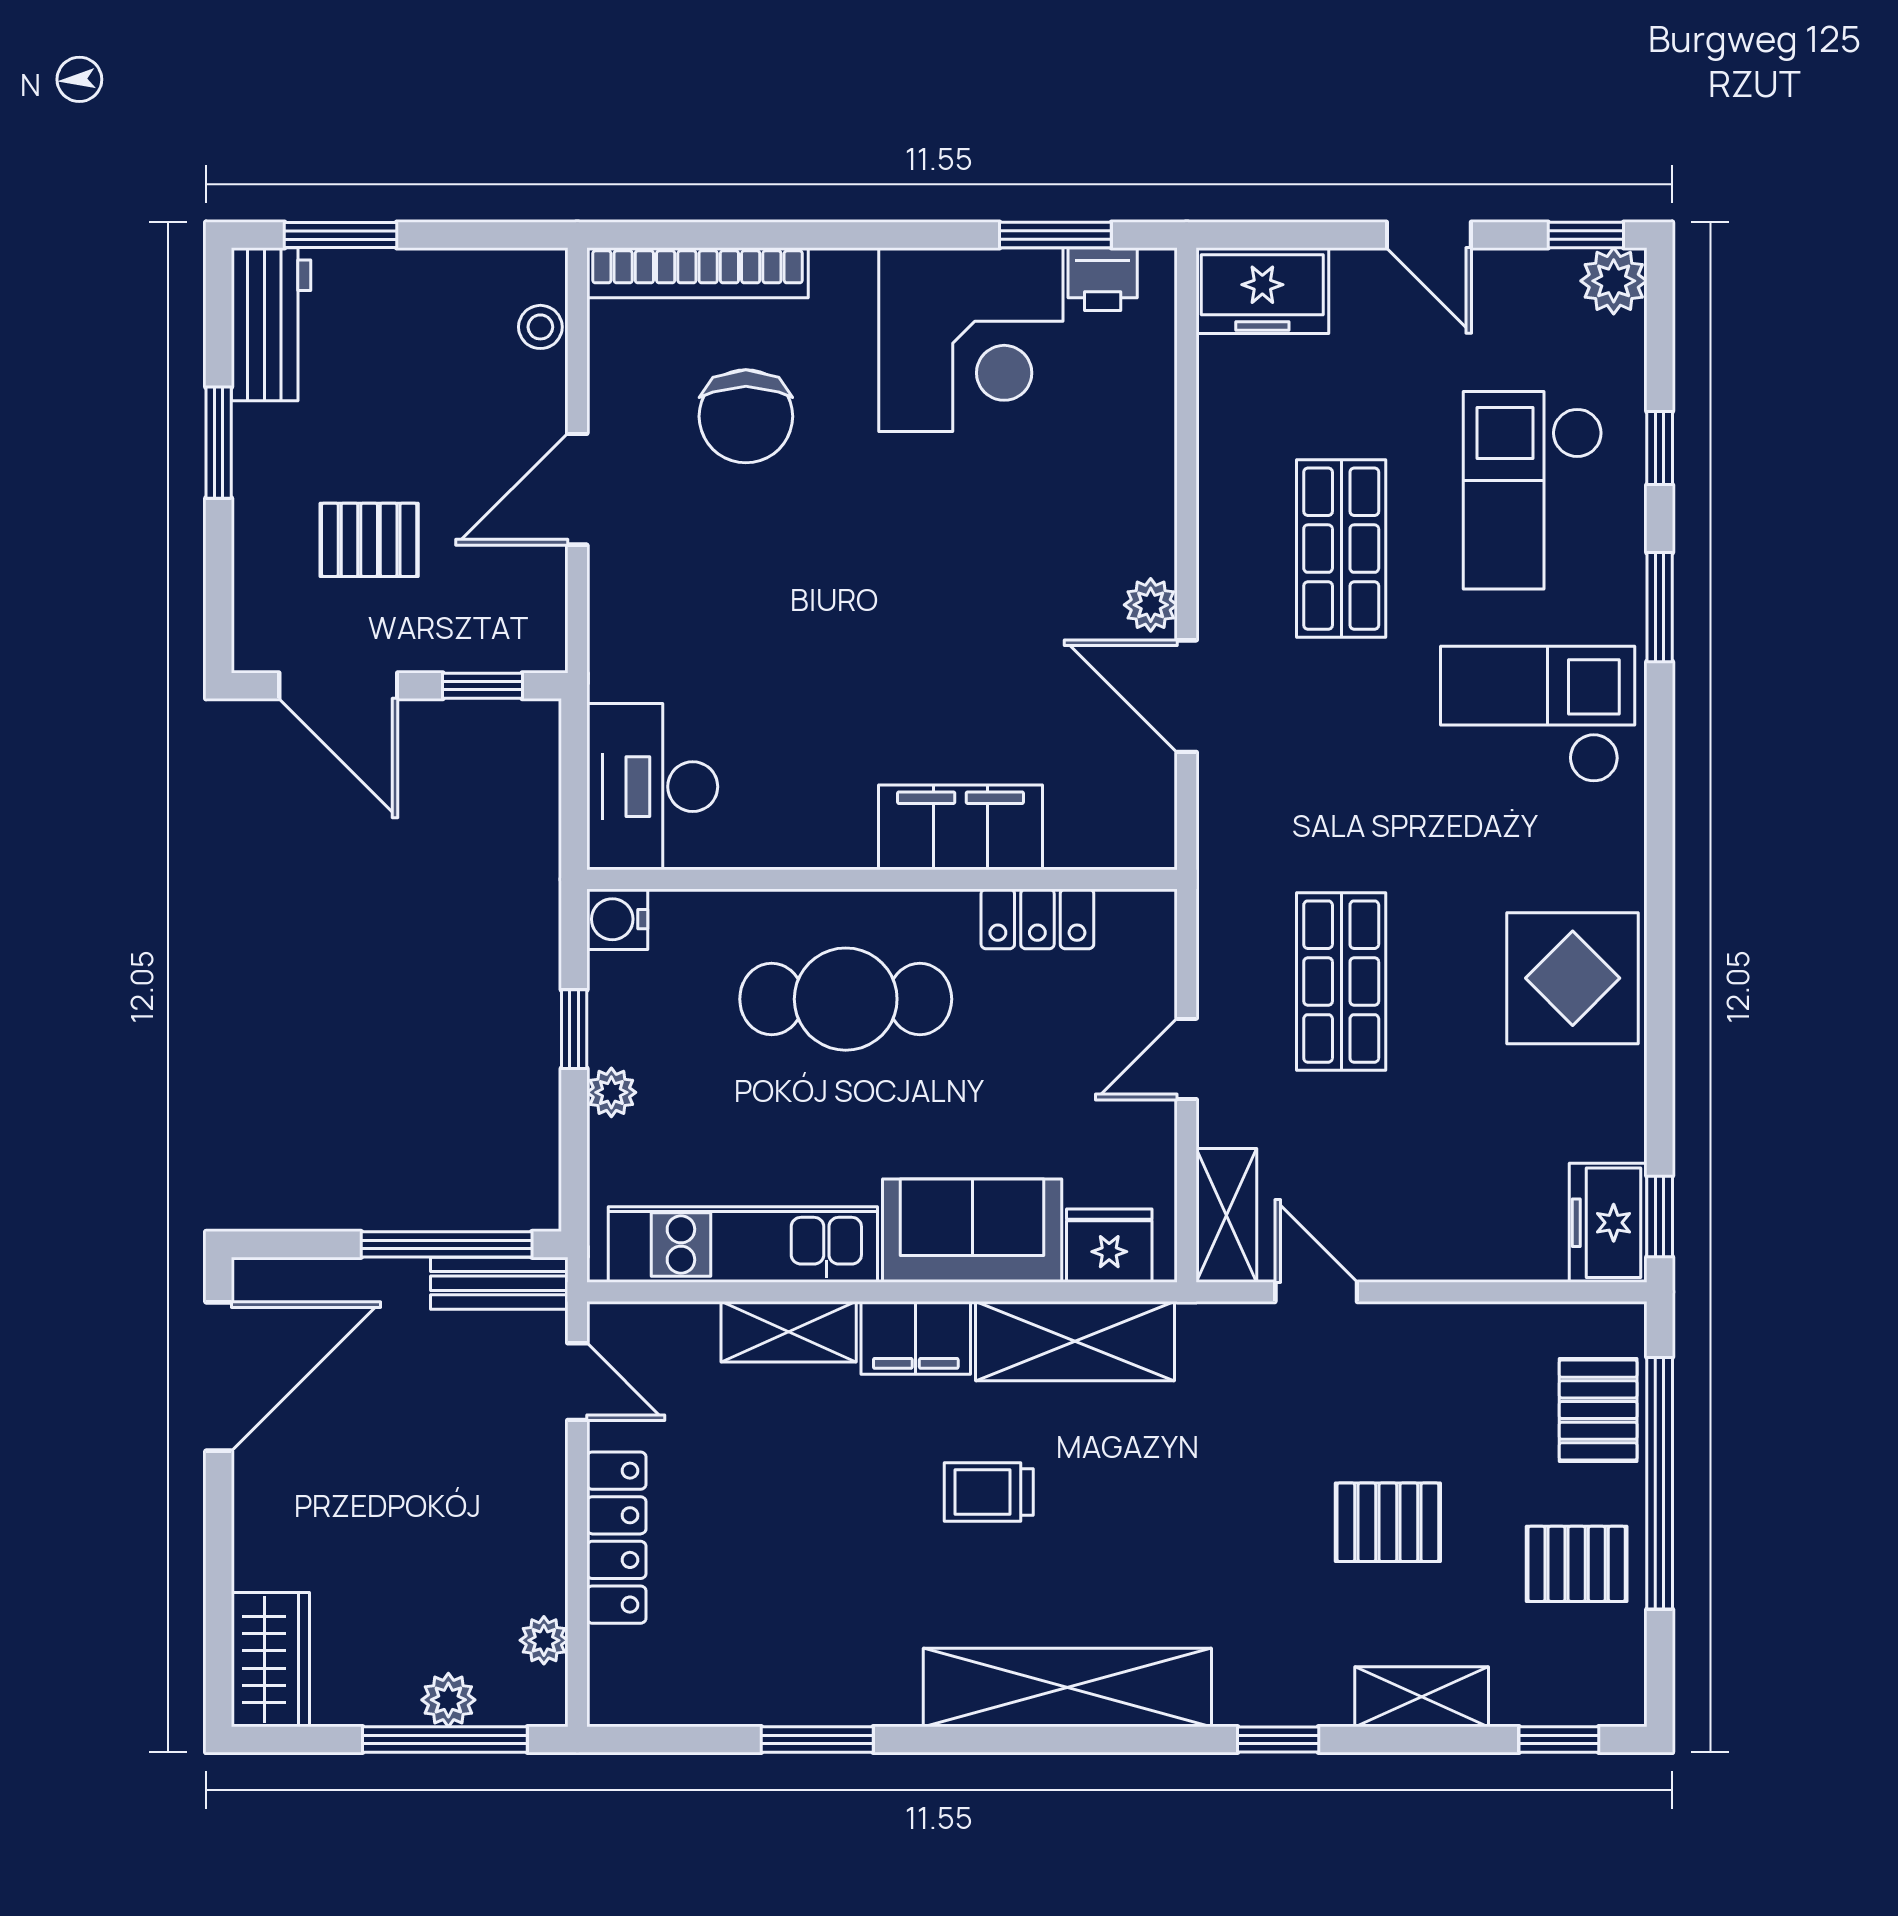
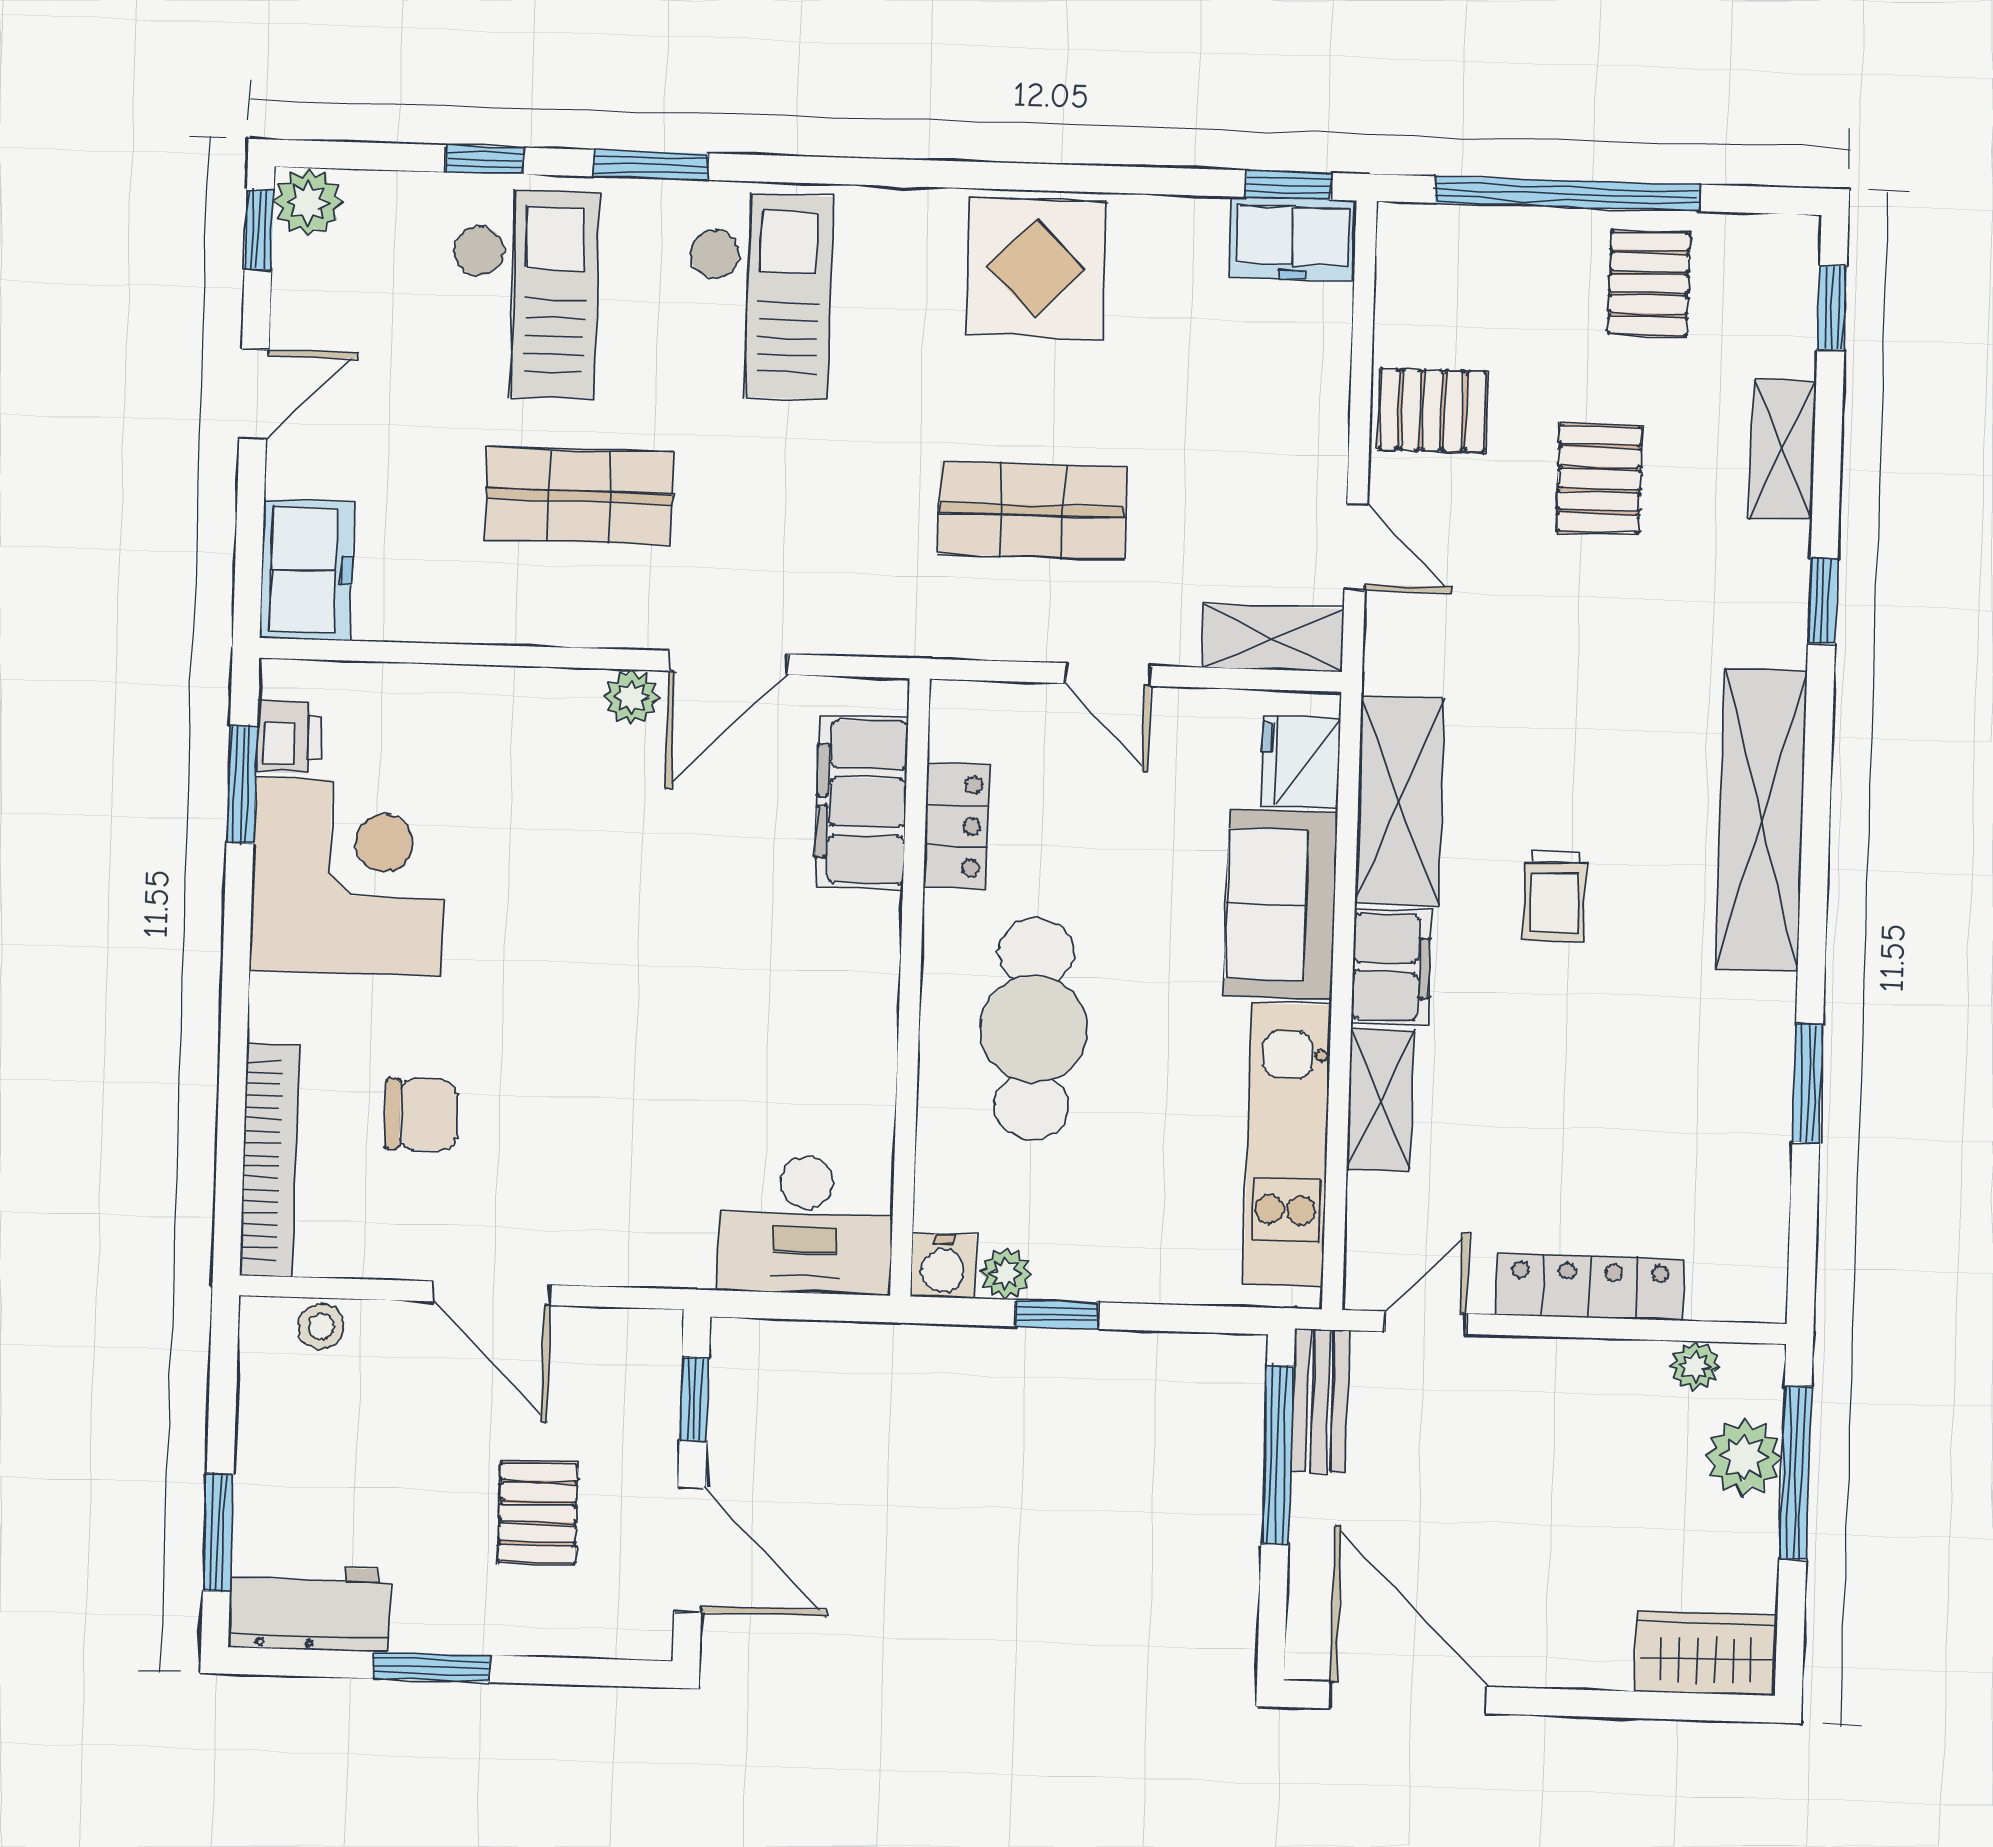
chair: (746, 416) -> (421, 1114), width x0.73, depth x0.73
checkout: (1533, 490) -> (524, 294), turned -90
door: (338, 686) -> (690, 1550), hinge flipped
checkout: (1538, 714) -> (759, 296), turned 180
filing cabinet: (961, 827) -> (861, 802), moved
plant: (611, 1092) -> (1006, 1274), moved
door: (1316, 1292) -> (1356, 547), swing flipped
pallet: (1598, 1410) -> (1432, 410), moved
plant: (448, 1700) -> (1744, 1457), width x1.38, depth x1.38

